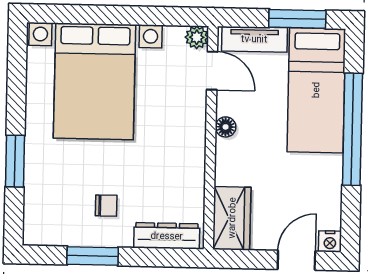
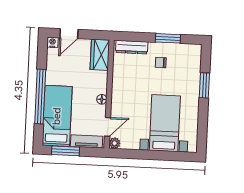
door: (212, 71) -> (108, 127), swing flipped
bed with nightstands: (95, 81) -> (165, 123), width x0.73

